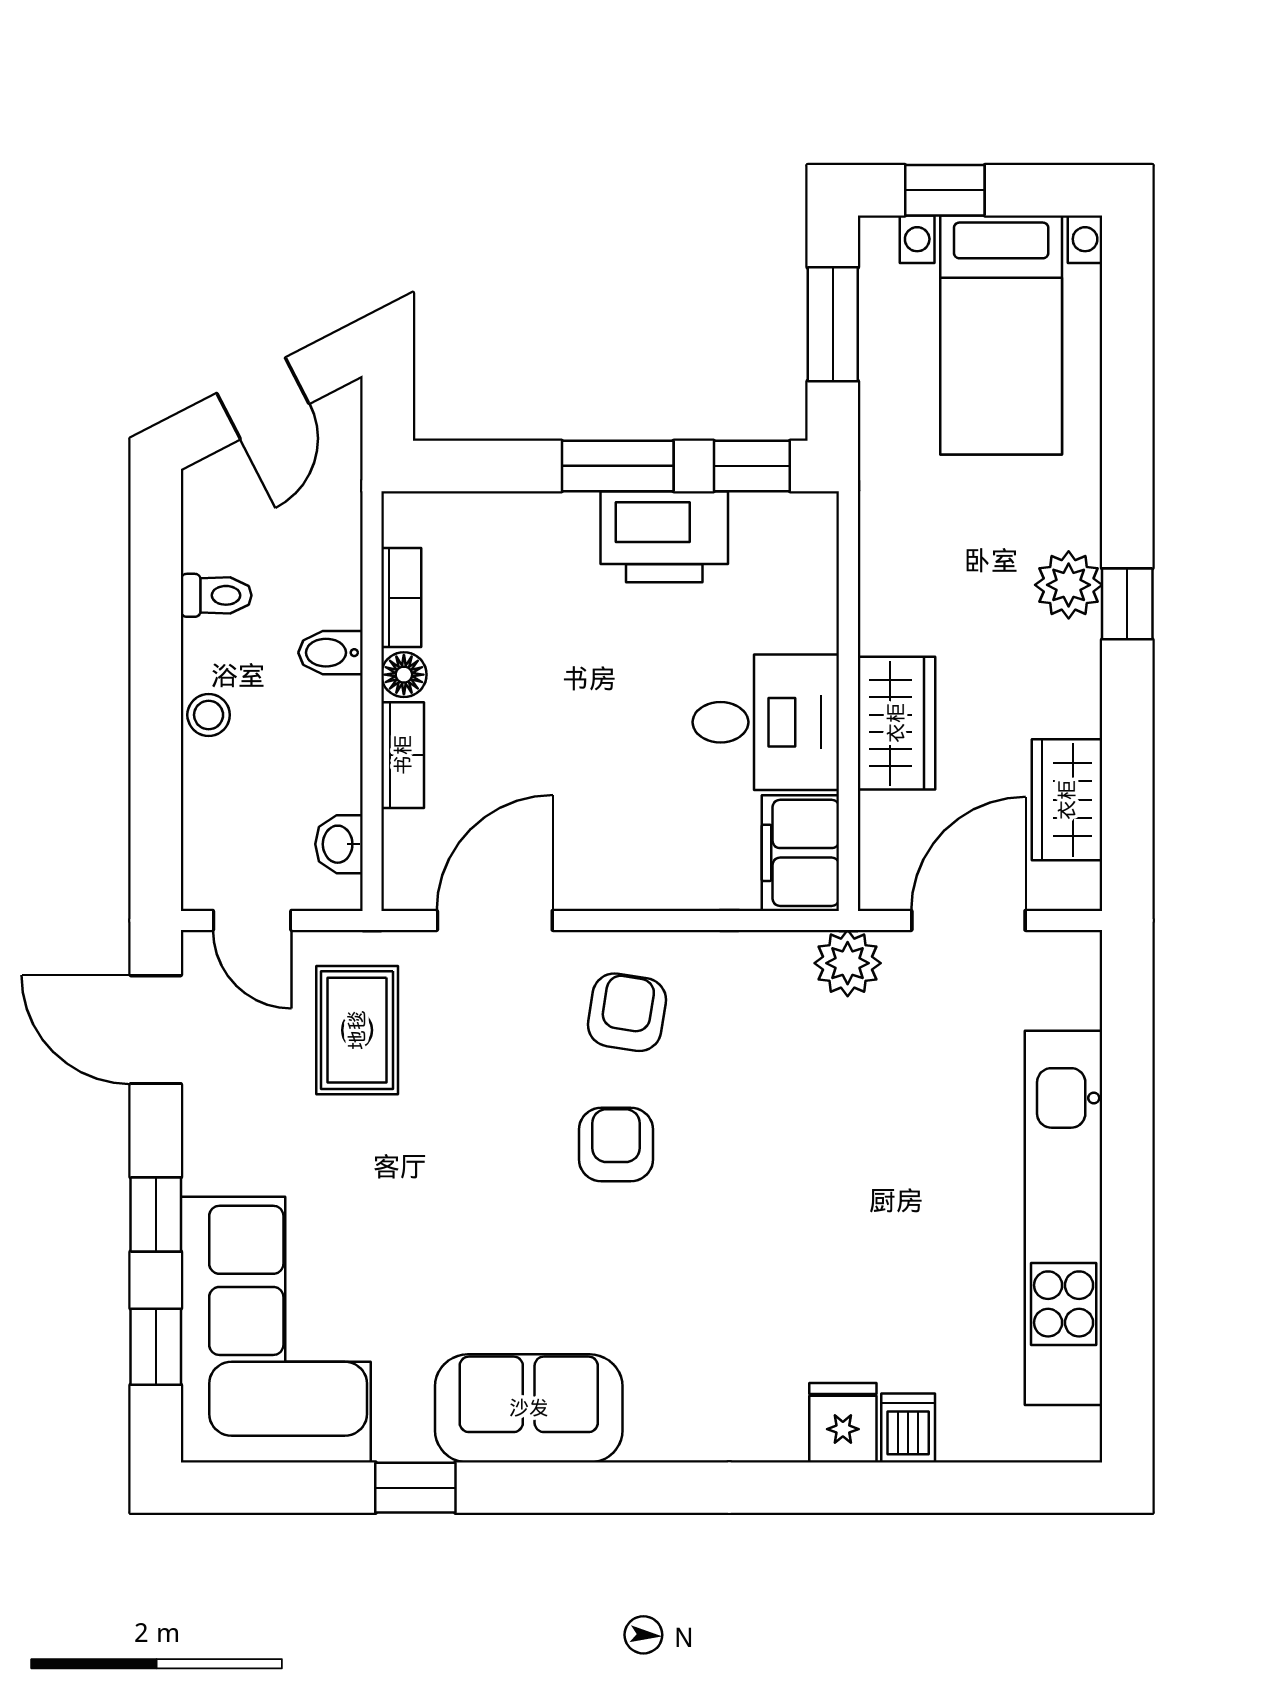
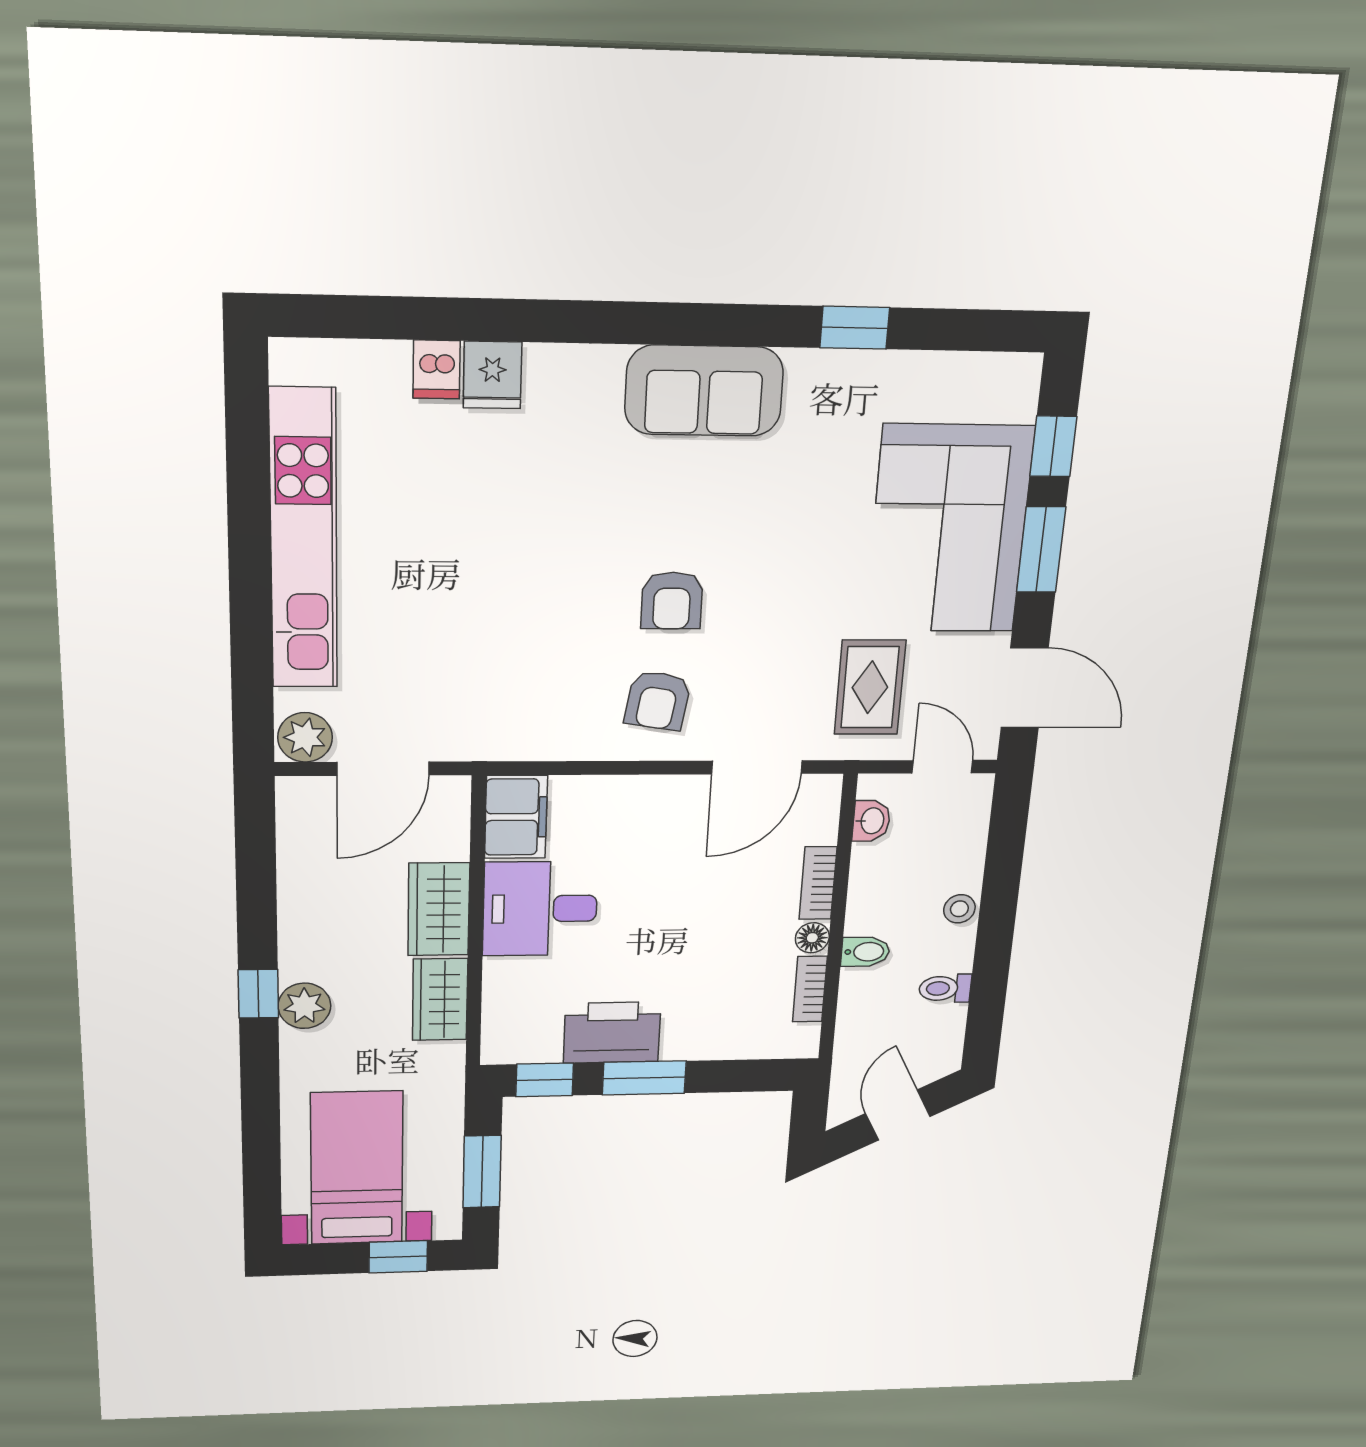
wardrobe: (1067, 800) -> (440, 1000), moved, turned 180
plant: (848, 963) -> (305, 737), moved
window: (156, 1214) -> (1041, 550), width x1.50
corner sofa: (276, 1330) -> (949, 529), moved
sofa: (529, 1408) -> (704, 391), moved

